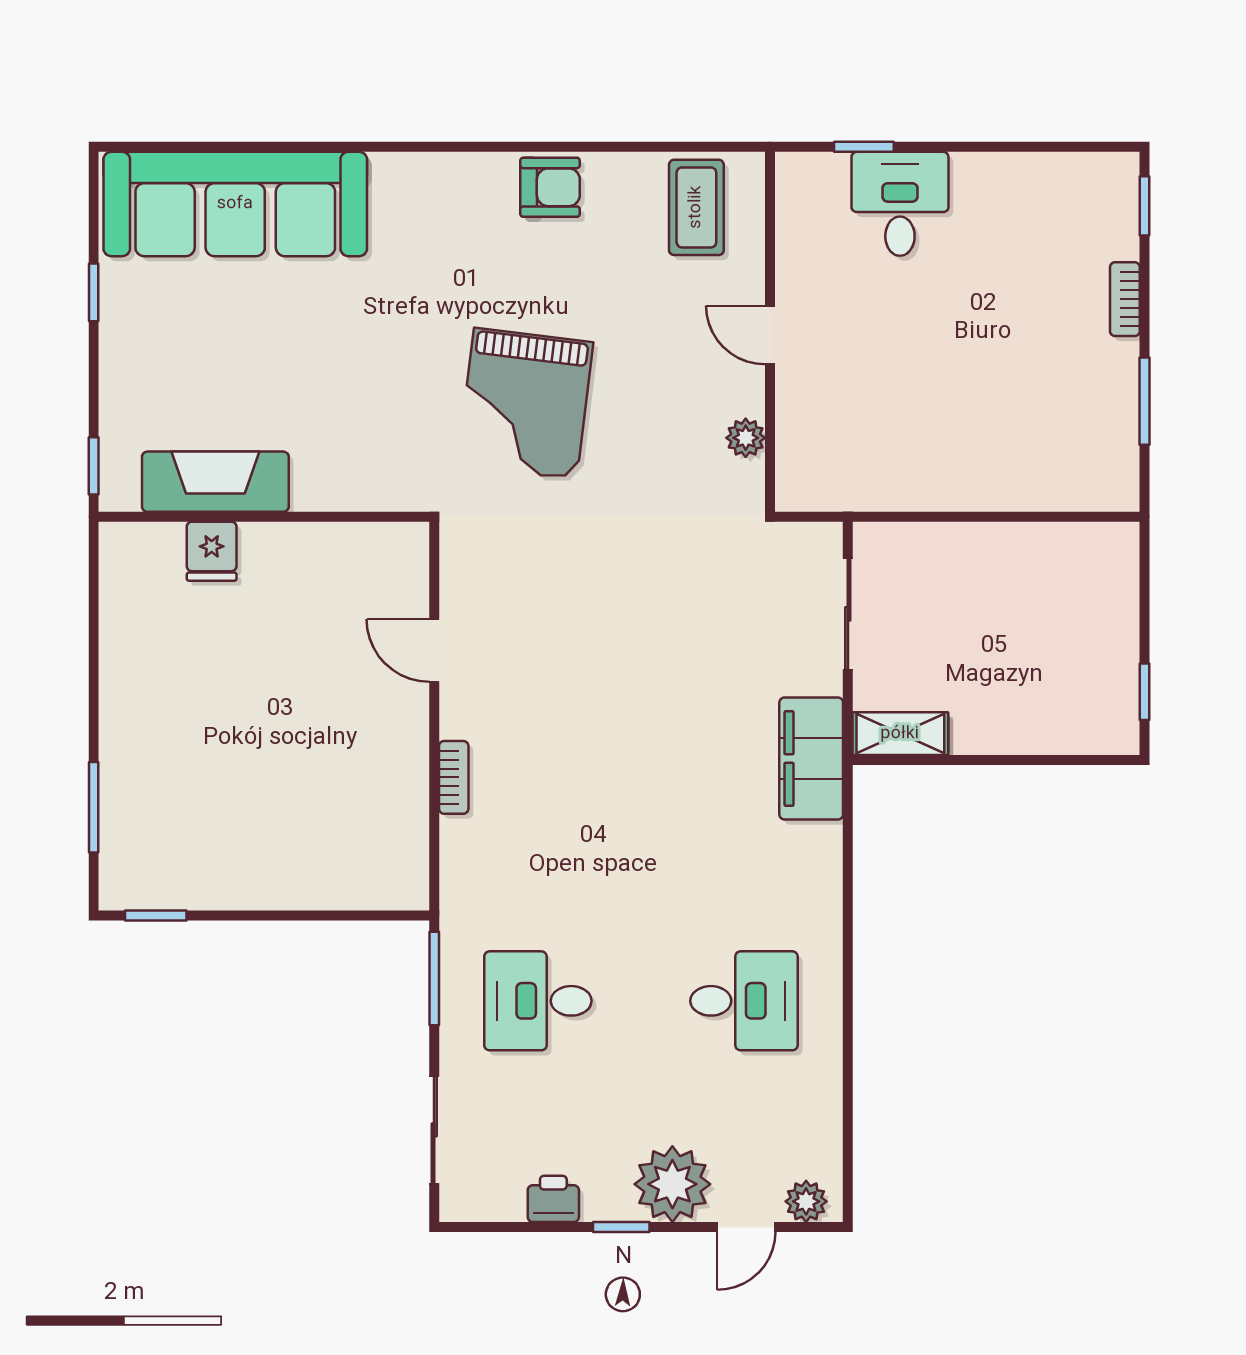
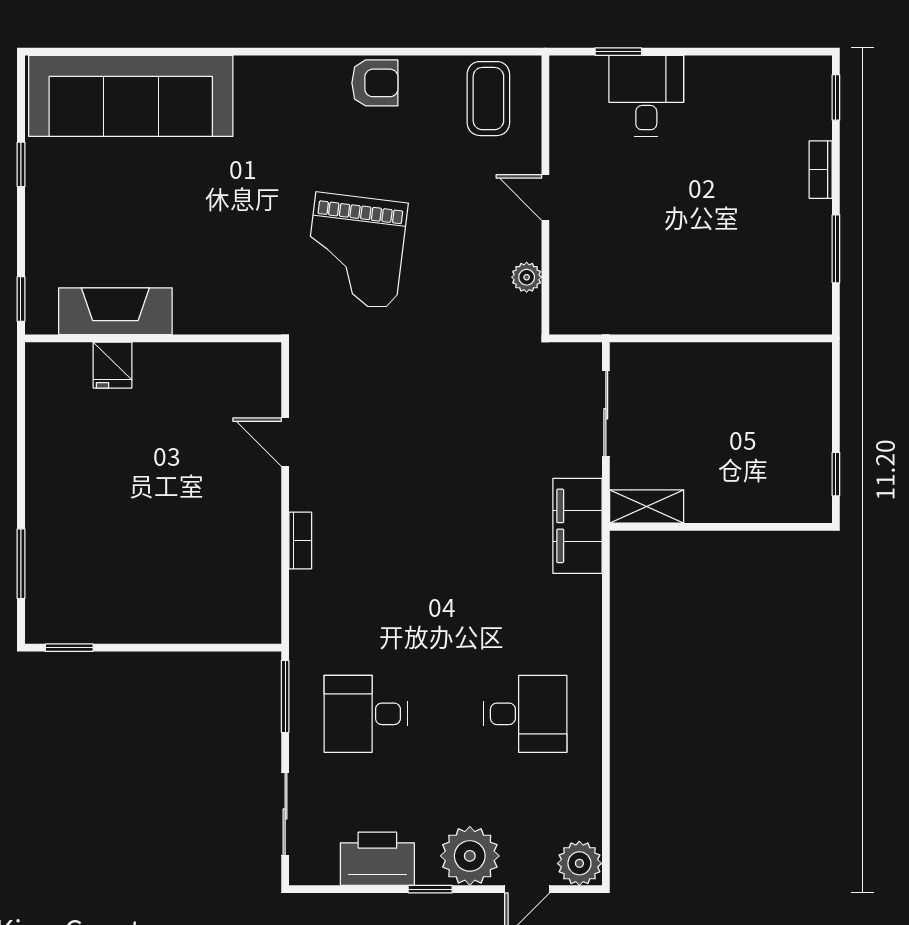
printer: (553, 1199) -> (377, 859), width x1.87, depth x1.48
plant: (806, 1201) -> (579, 863), width x1.38, depth x1.38

